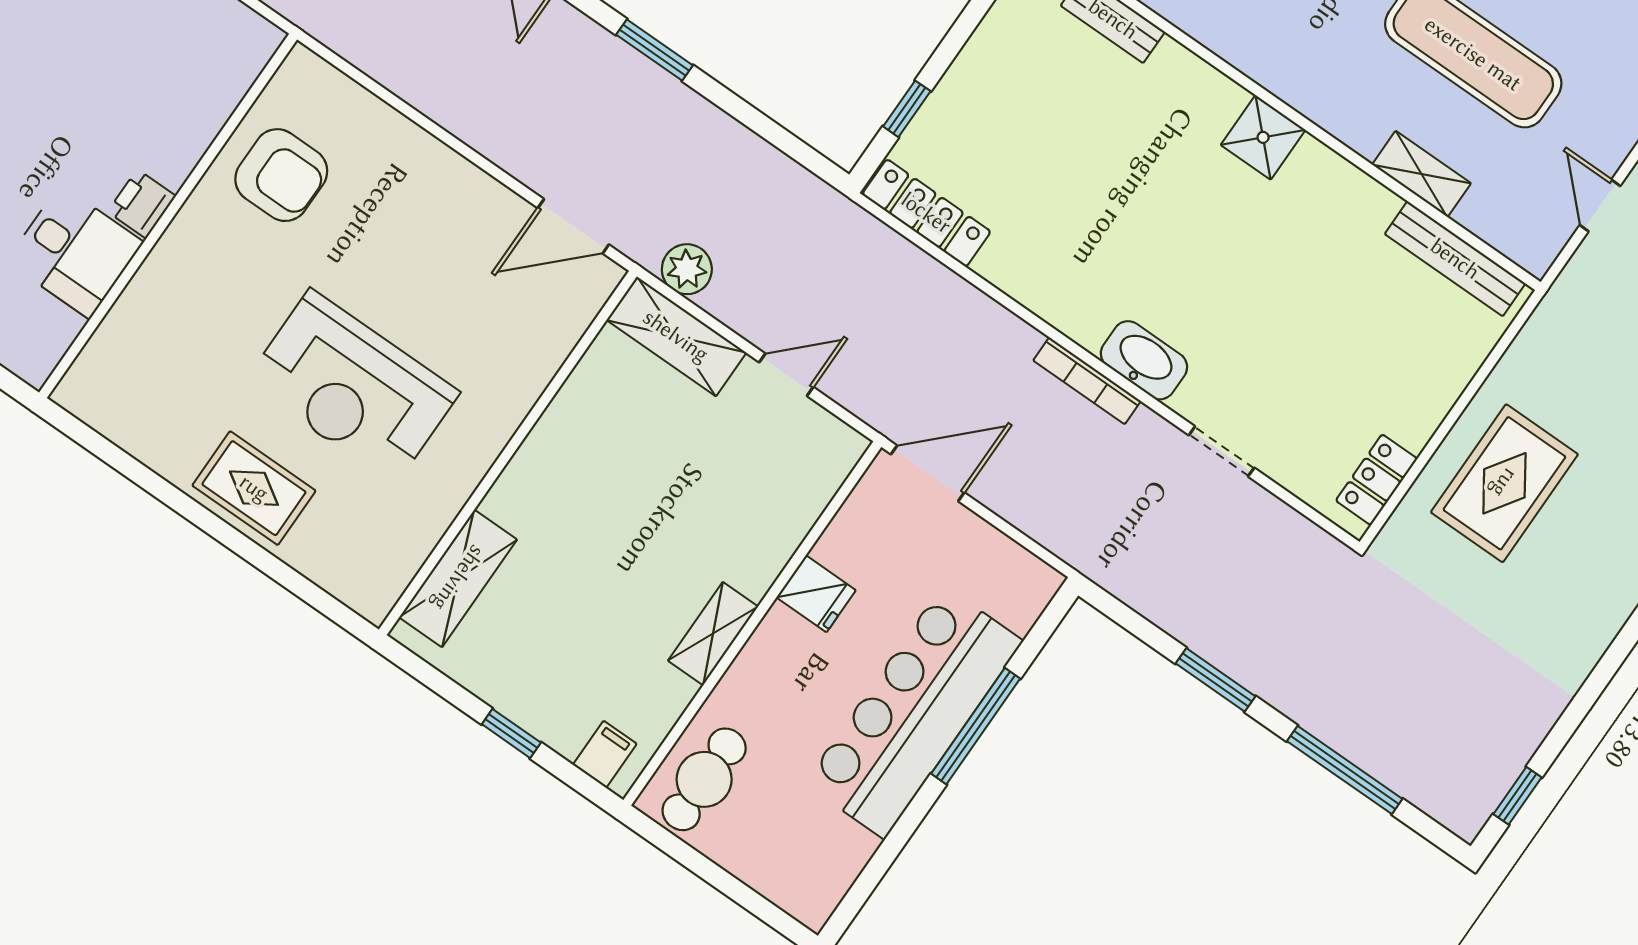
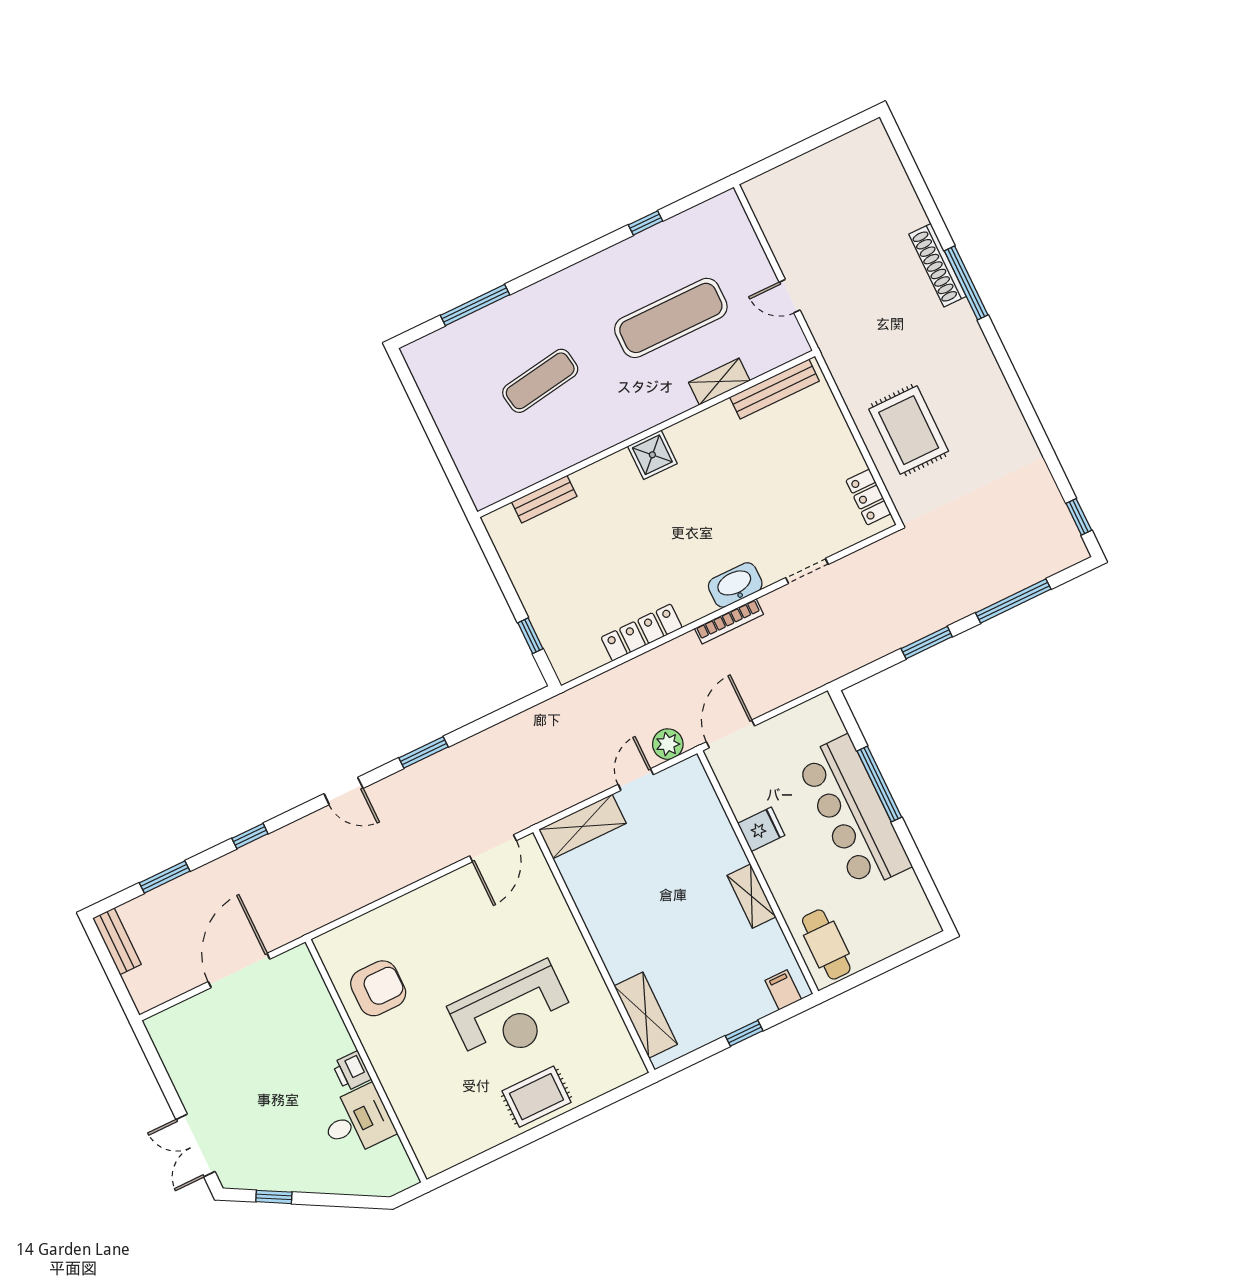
locker: (926, 213) -> (642, 633), moved
plant: (687, 269) -> (668, 744), moved

